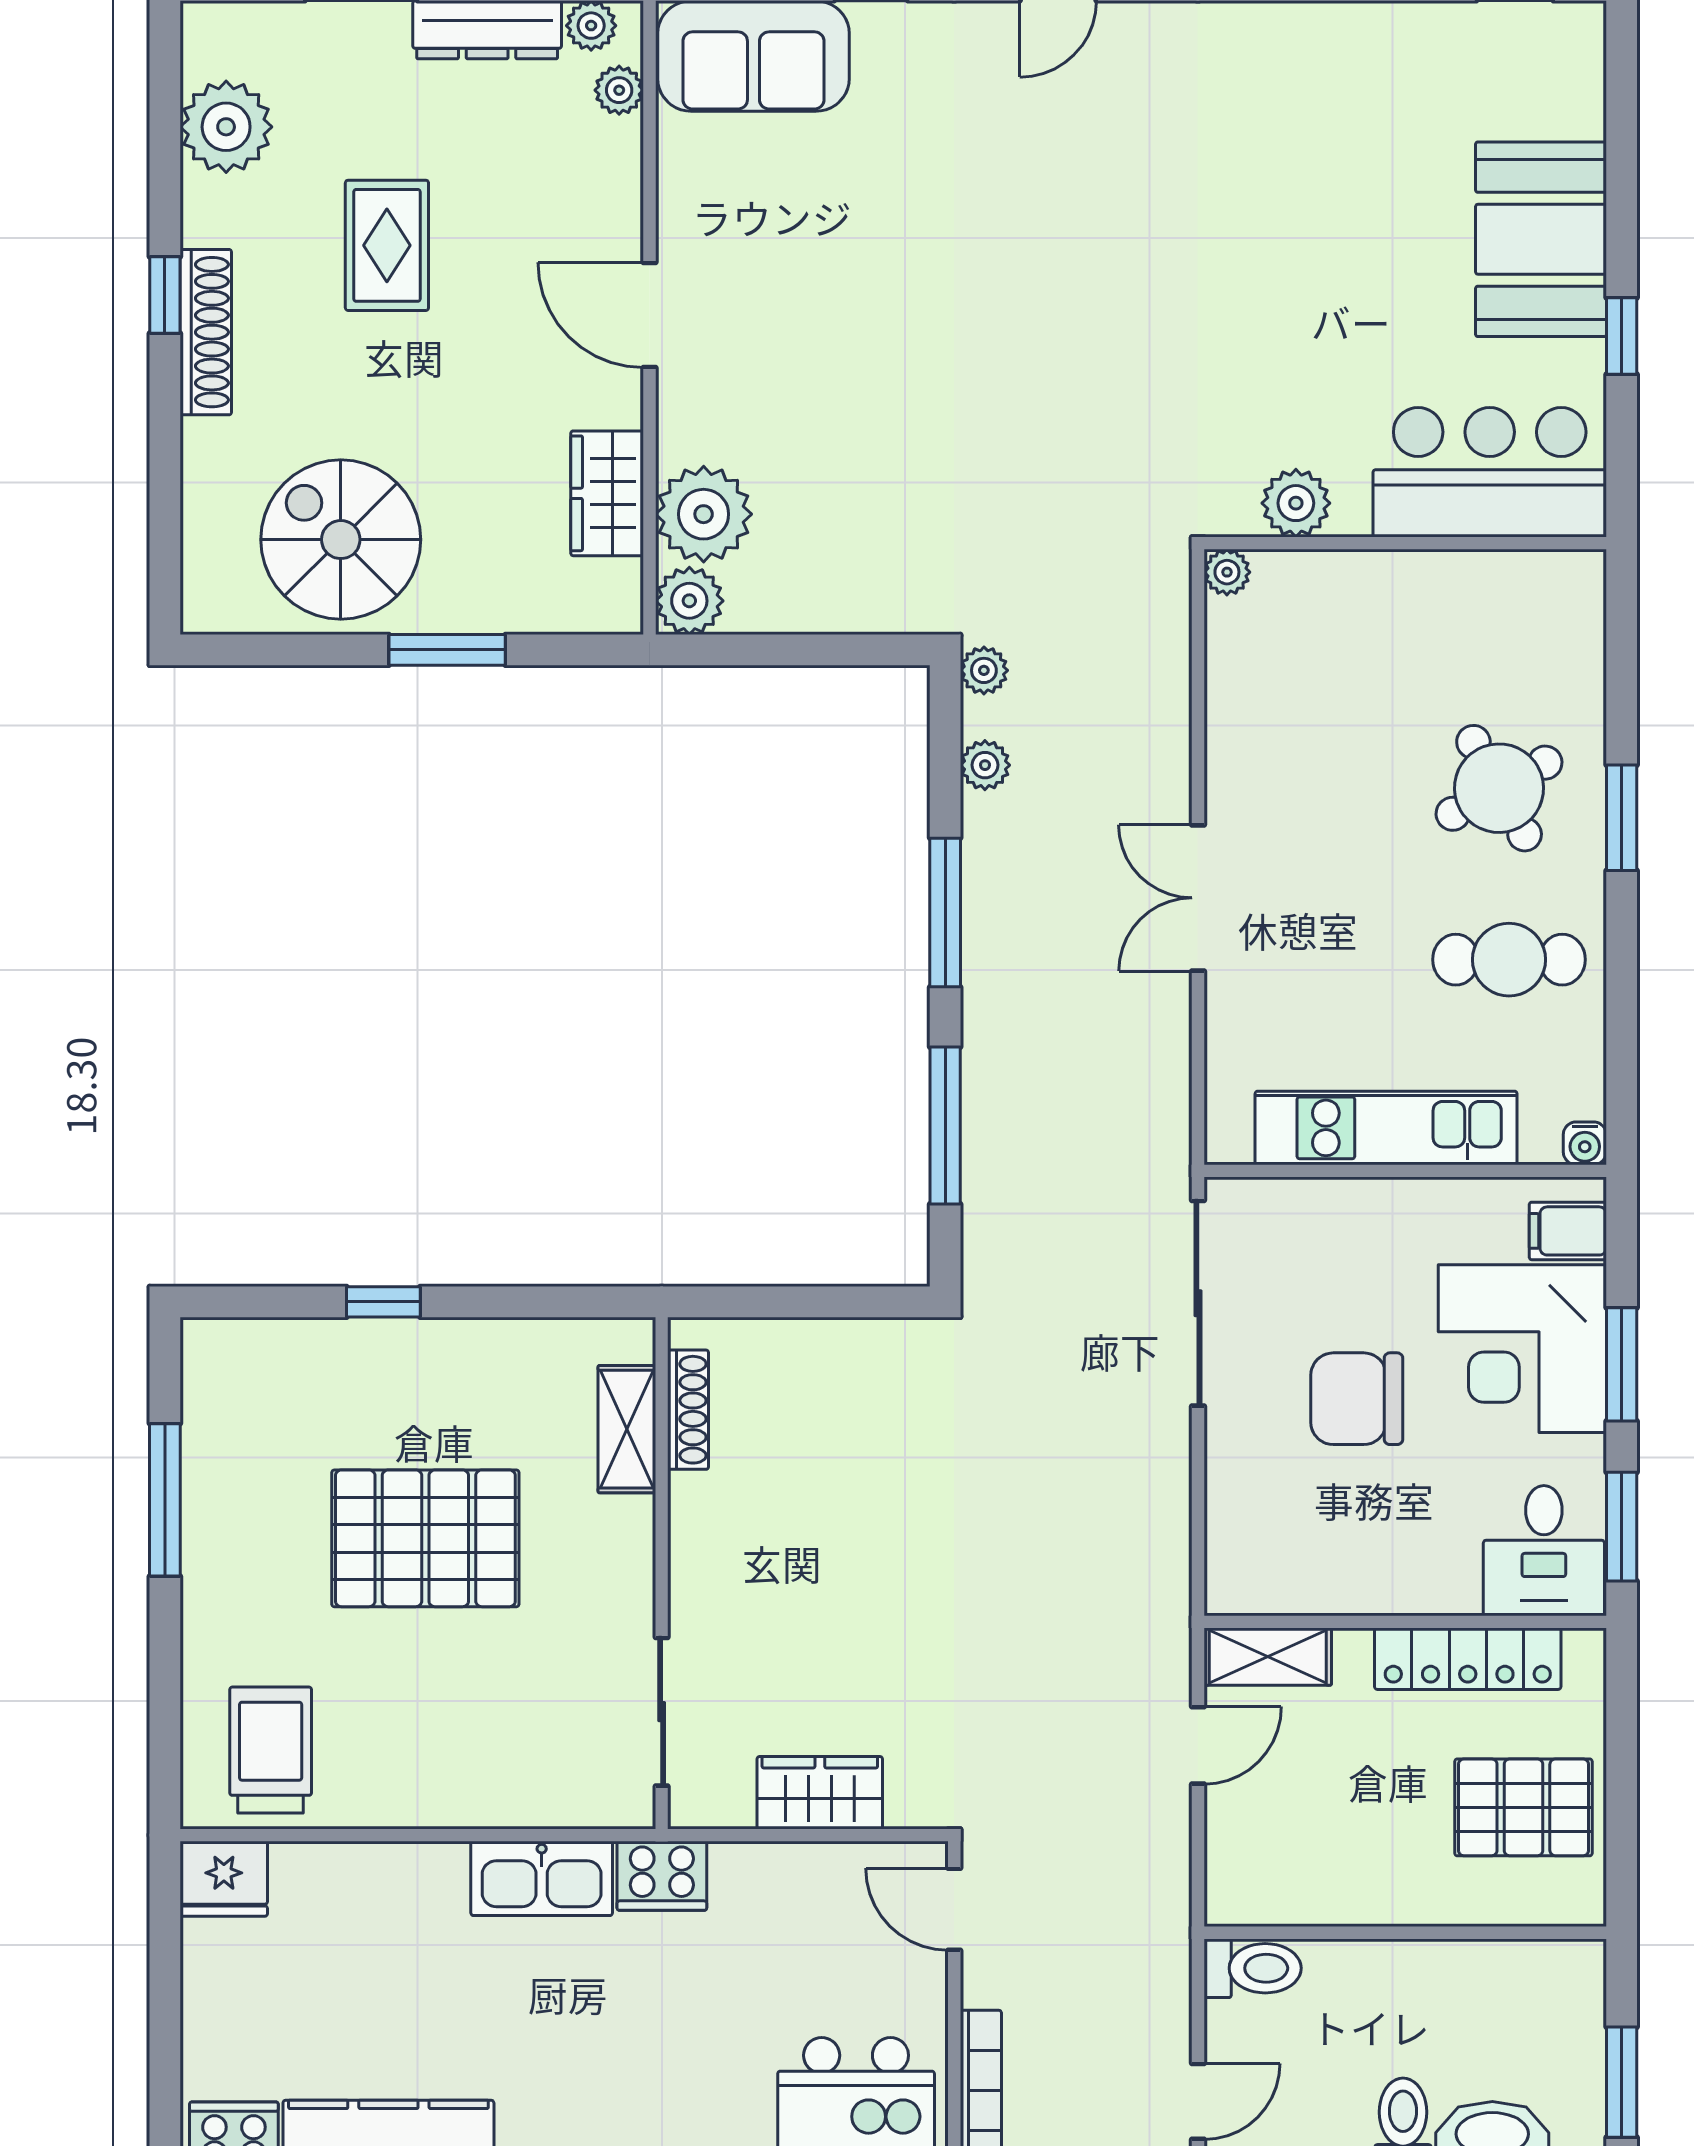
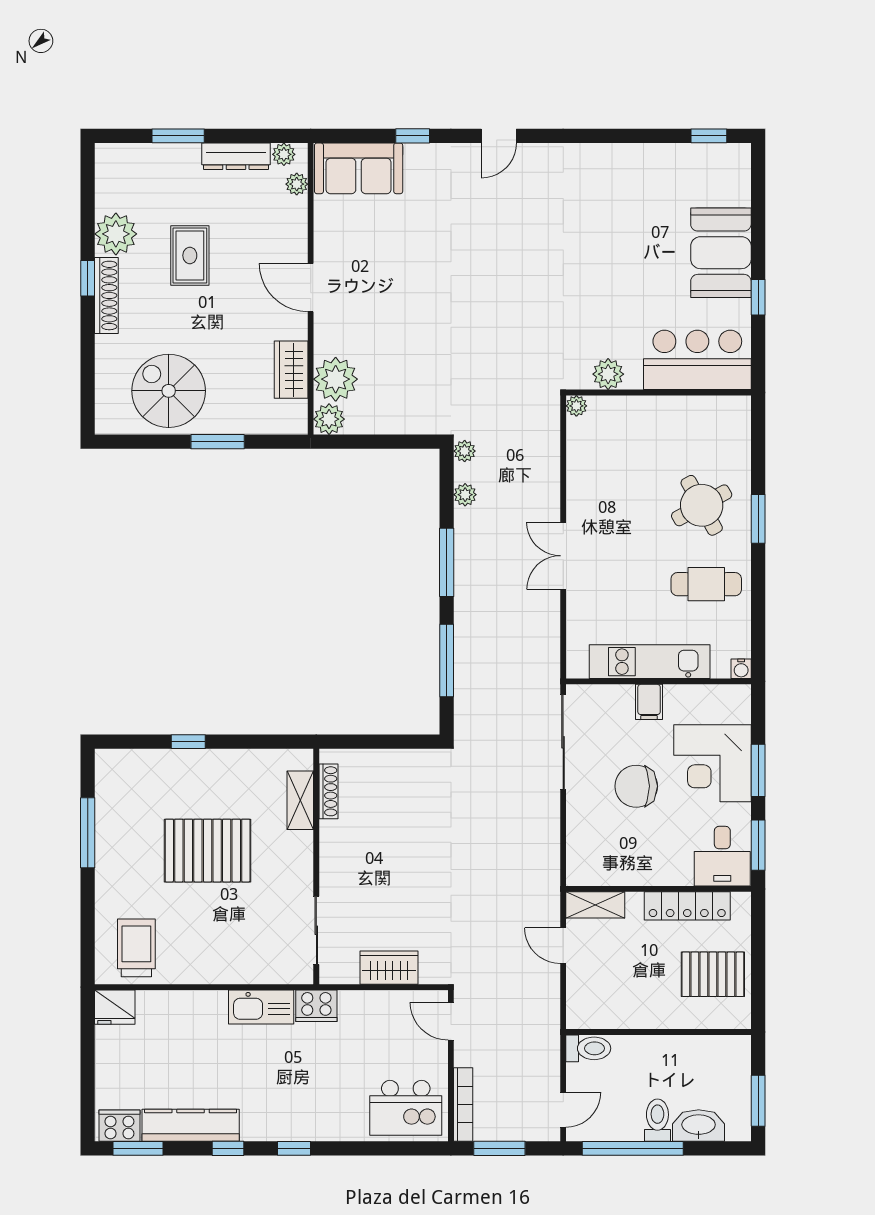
plant: (226, 127) -> (116, 234), moved
filing cabinet: (1568, 1231) -> (649, 702), moved, turned -90
door: (1198, 1745) -> (563, 946), swing flipped

